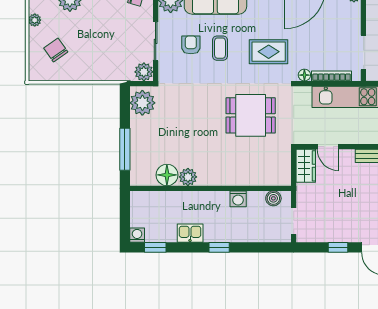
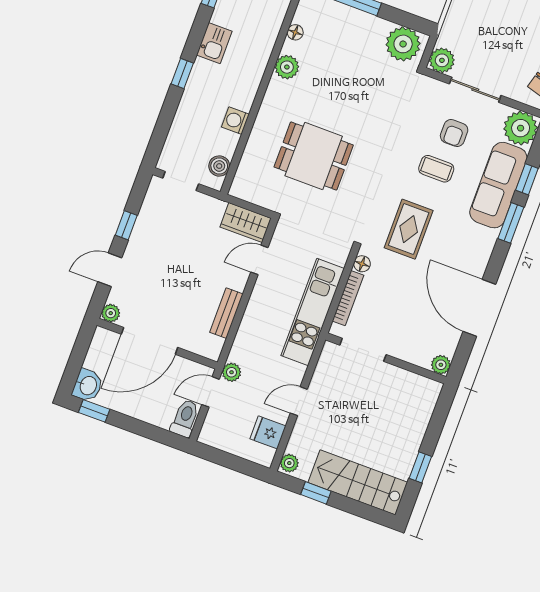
armchair: (191, 45) -> (454, 133), turned 90
dining table: (251, 115) -> (314, 156), moved, turned 90
floor lamp: (167, 175) -> (295, 32), width x0.53, depth x0.53

